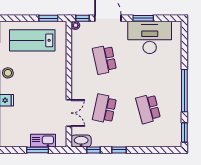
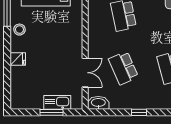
school desk: (105, 109) -> (123, 68), turned -36
window: (94, 150) -> (112, 112), removed

